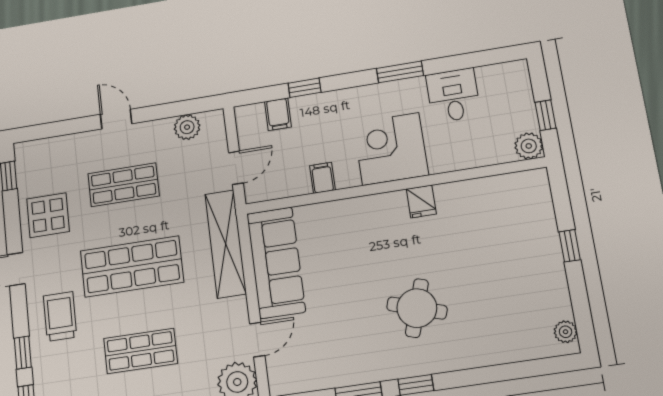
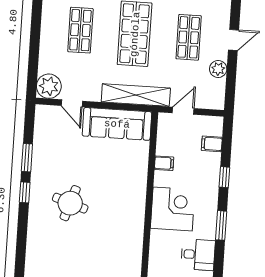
window: (304, 88) -> (224, 177), moved
plant: (187, 127) -> (218, 69), moved
door: (236, 168) -> (183, 111), swing flipped
fridge: (421, 201) -> (135, 220), removed

